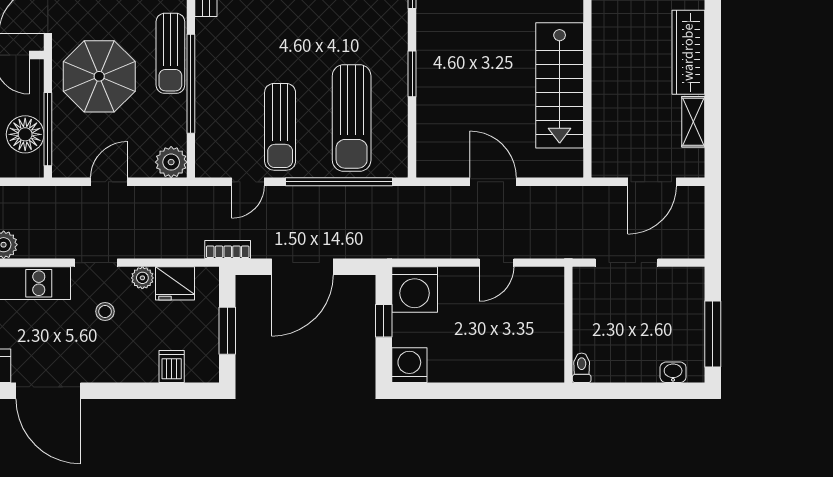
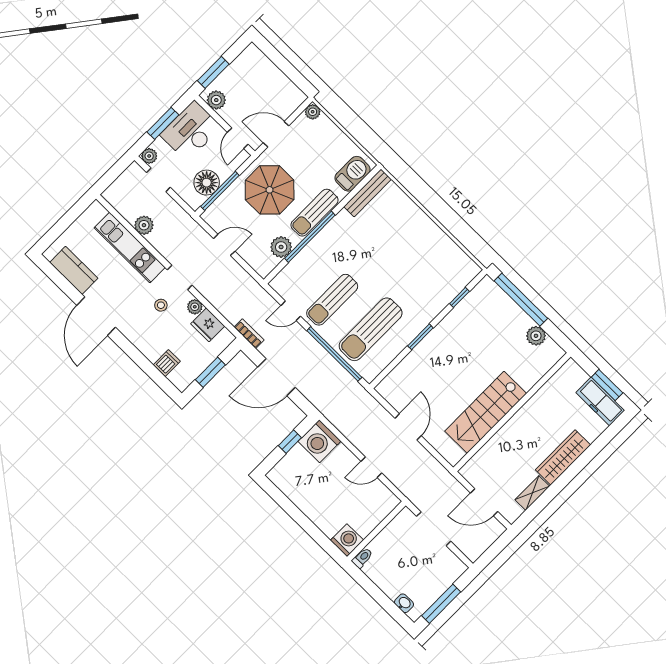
plant: (171, 162) -> (281, 247), moved
washing machine: (409, 365) -> (347, 540), moved

